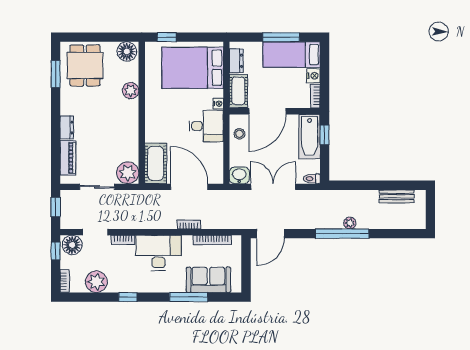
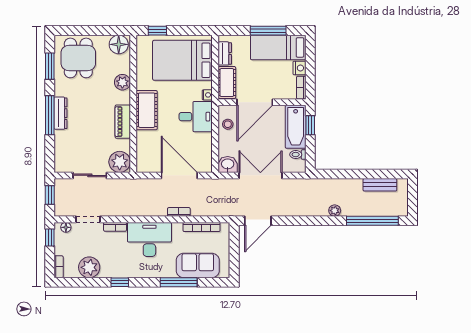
window: (56, 125) -> (50, 115), added
dresser: (67, 128) -> (61, 113), width x1.44
piano: (68, 158) -> (123, 122), moved, turned 180
cot: (156, 163) -> (147, 110), moved
toilet: (312, 179) -> (298, 155), moved
window: (342, 234) -> (372, 221), moved
floor lamp: (72, 245) -> (66, 227), width x0.53, depth x0.53

